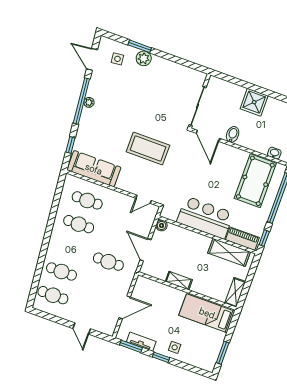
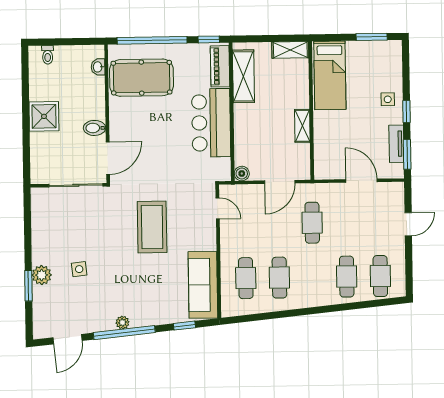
side table: (117, 59) -> (79, 269), moved

